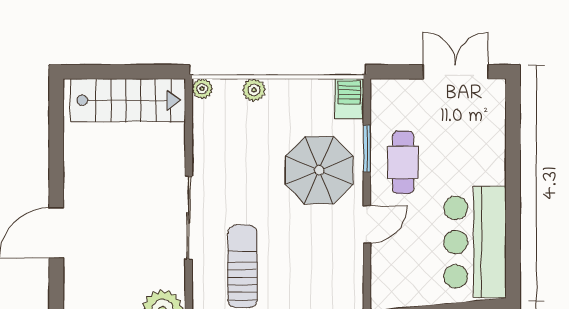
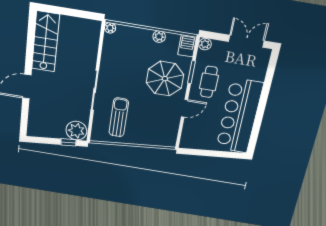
plant: (254, 90) -> (159, 37), moved
plant: (382, 90) -> (205, 44), added
stairs: (128, 100) -> (46, 42), moved, turned -90
bar counter: (475, 242) -> (239, 116), width x1.36

